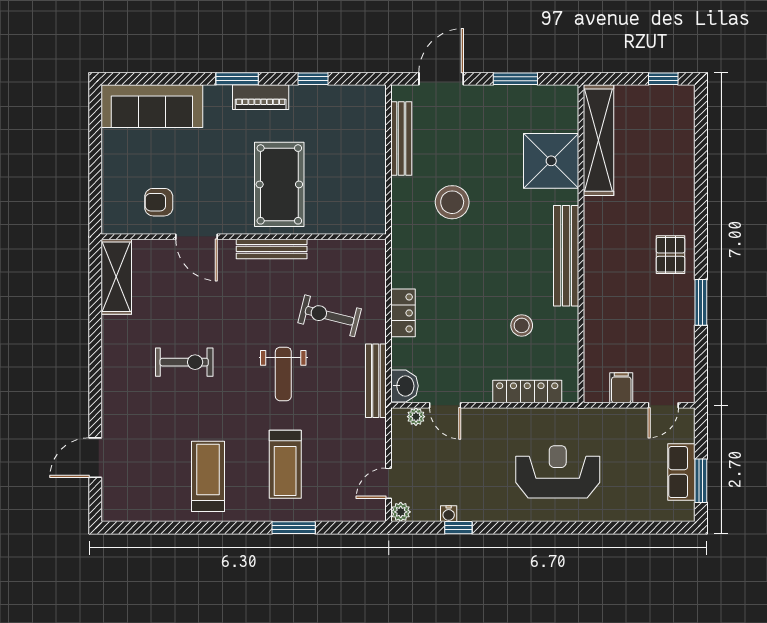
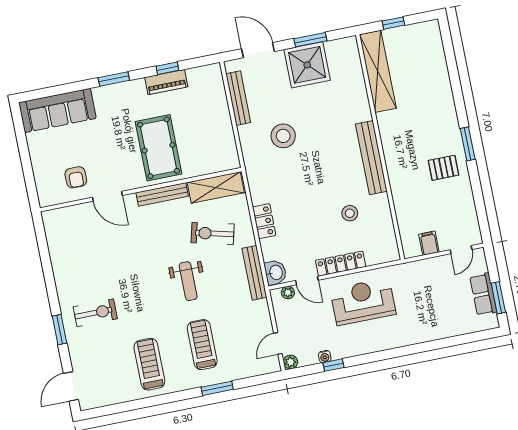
door: (441, 79) -> (258, 50), hinge flipped
window: (663, 79) -> (393, 23), moved
piano: (261, 97) -> (166, 82), moved
shower: (551, 161) -> (307, 65), moved
armchair: (159, 202) -> (76, 177), turned -90
pallet: (671, 255) -> (443, 168), moved, turned 90
shelving: (116, 277) -> (216, 188), moved, turned 90
window: (701, 302) -> (468, 144), moved
exercise bike: (184, 362) -> (95, 313), moved
locker: (527, 392) -> (341, 264), moved
window: (95, 405) -> (60, 330), added
door: (95, 458) -> (71, 386), moved
treadmill: (285, 464) -> (202, 345), turned 180
reception desk: (558, 472) -> (363, 302), moved

